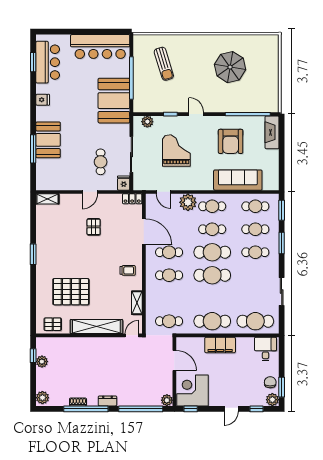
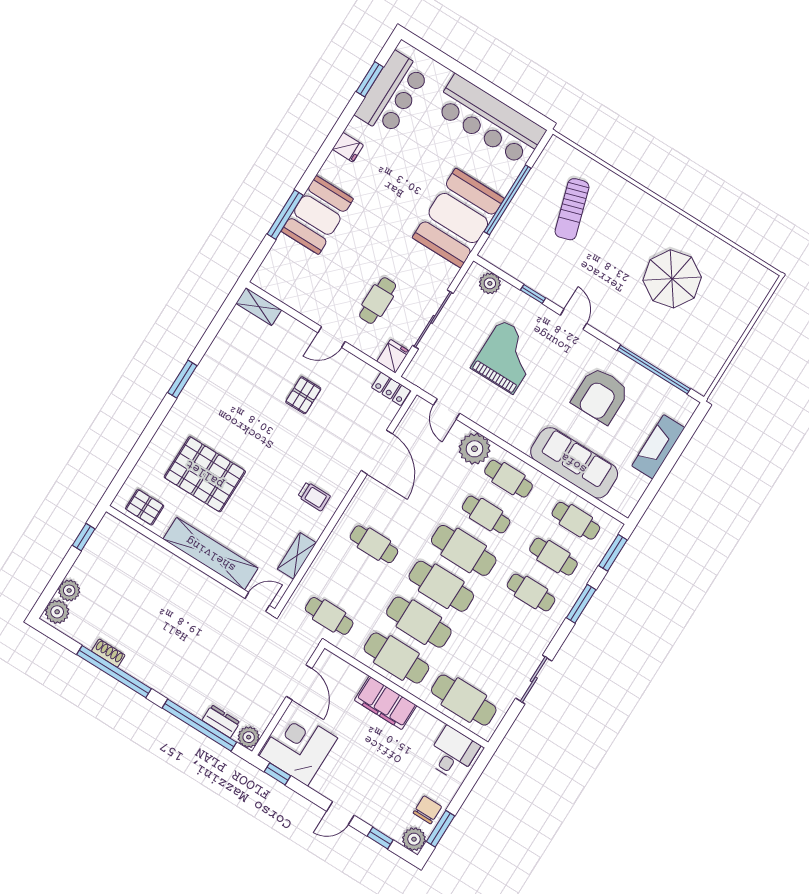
fireplace: (272, 132) -> (658, 447), moved
cafe table: (169, 252) -> (419, 622), moved, width x1.37, depth x1.35
plant: (42, 362) -> (69, 590), moved
dresser: (108, 401) -> (221, 721), moved

